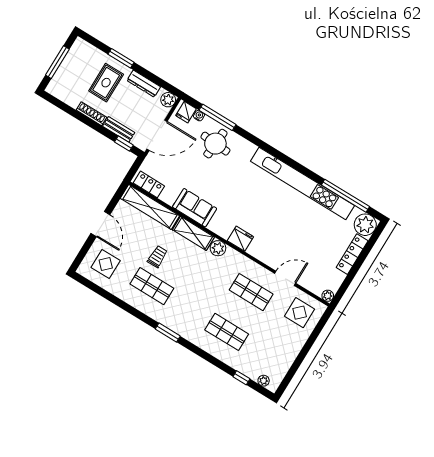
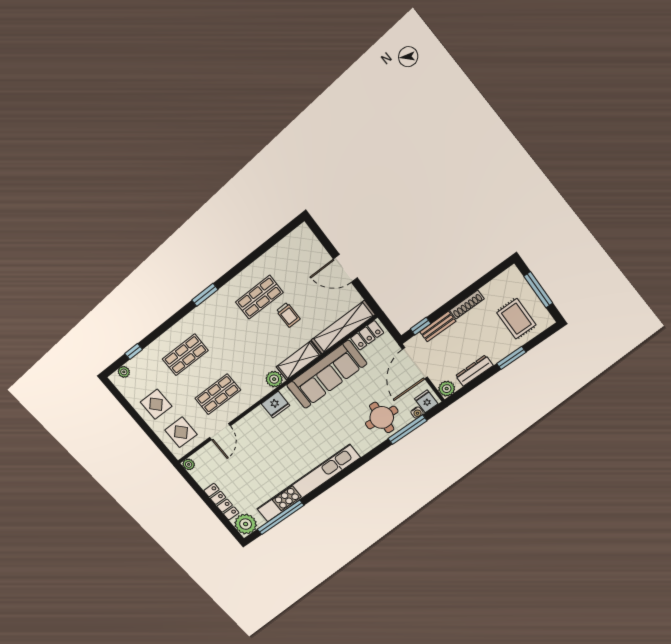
rug: (106, 83) -> (516, 319), moved
sofa: (195, 208) -> (327, 375), width x1.85, depth x1.27
display table: (106, 264) -> (156, 404), moved

